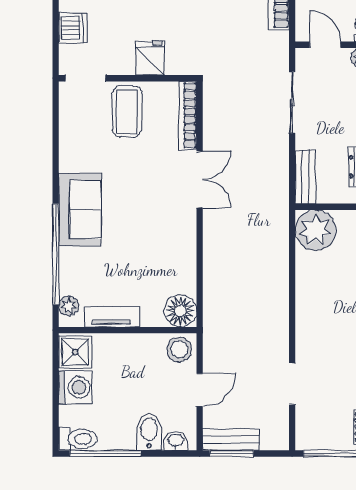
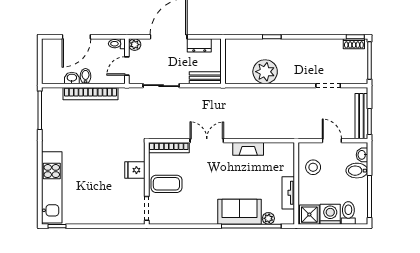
dishwasher: (73, 28) -> (117, 216), removed
sofa: (80, 210) -> (240, 212), moved
plant: (316, 230) -> (265, 72), moved
fireplace: (186, 249) -> (248, 149), added
plant: (69, 306) -> (268, 218), moved
floor lamp: (180, 311) -> (285, 152), removed
stool: (179, 350) -> (313, 167), moved
toilet: (78, 439) -> (348, 213), moved
bench: (231, 440) -> (361, 116), width x1.36

